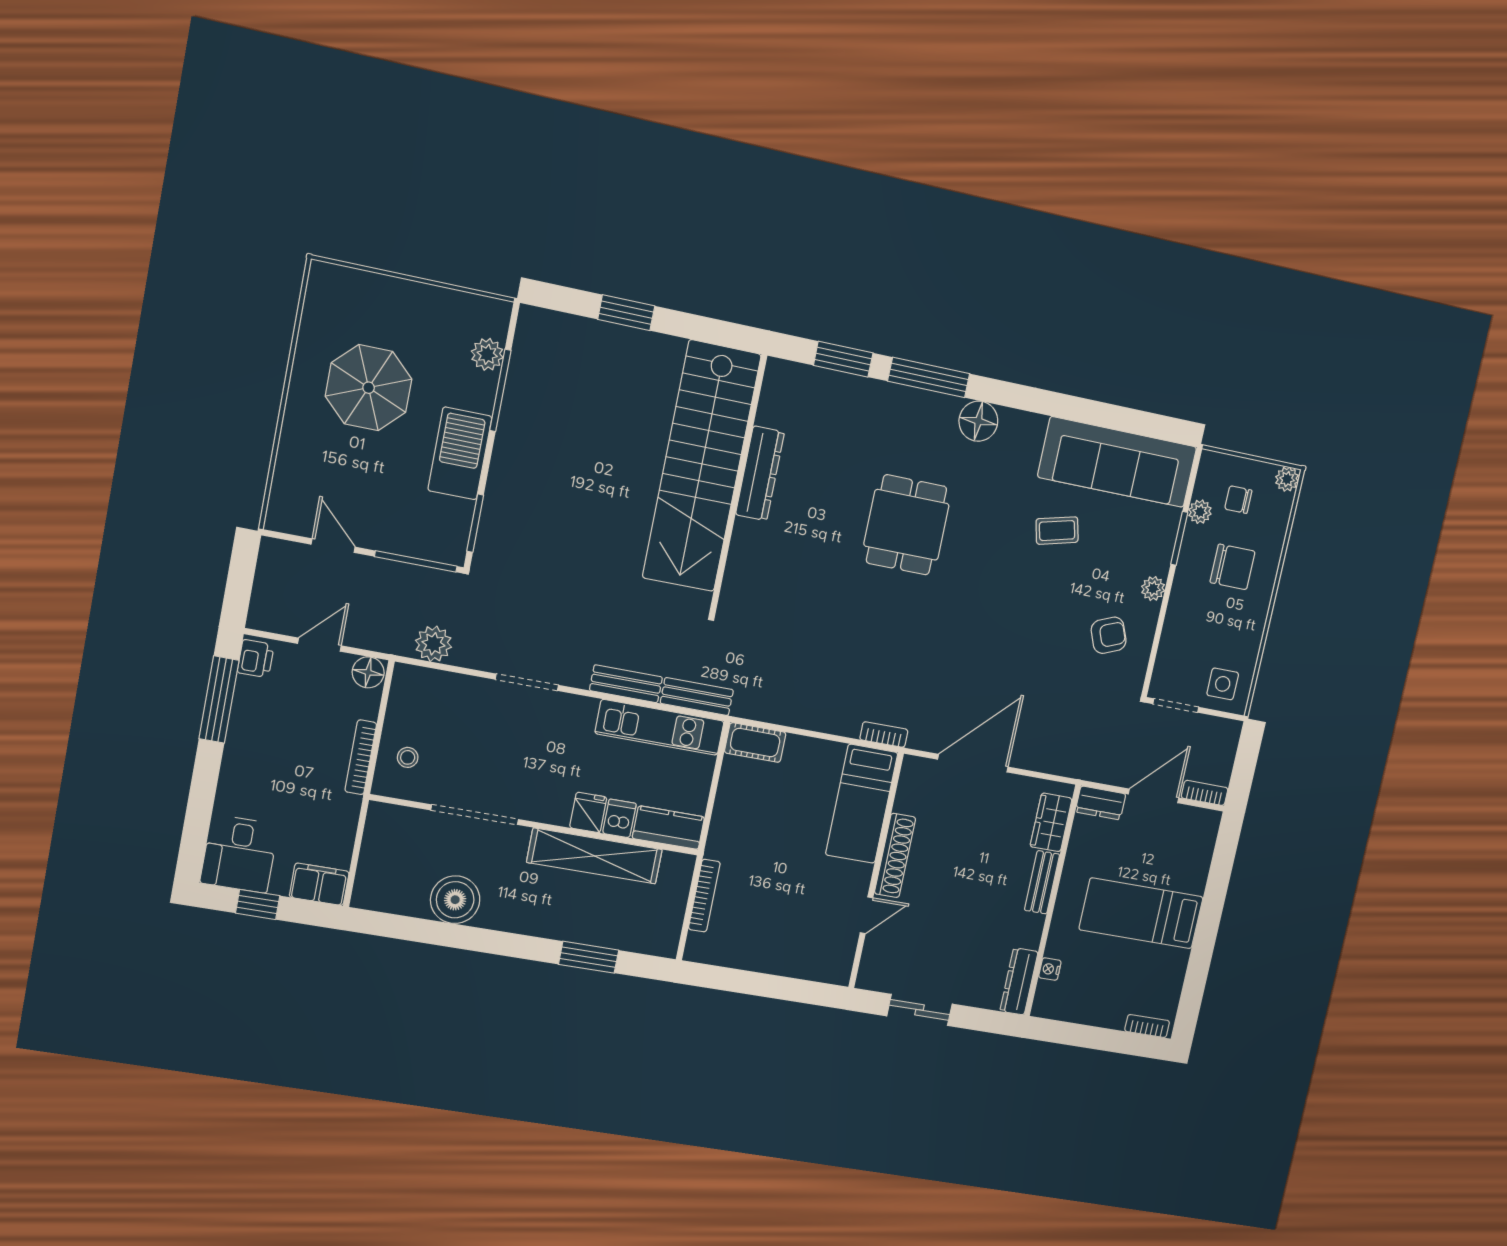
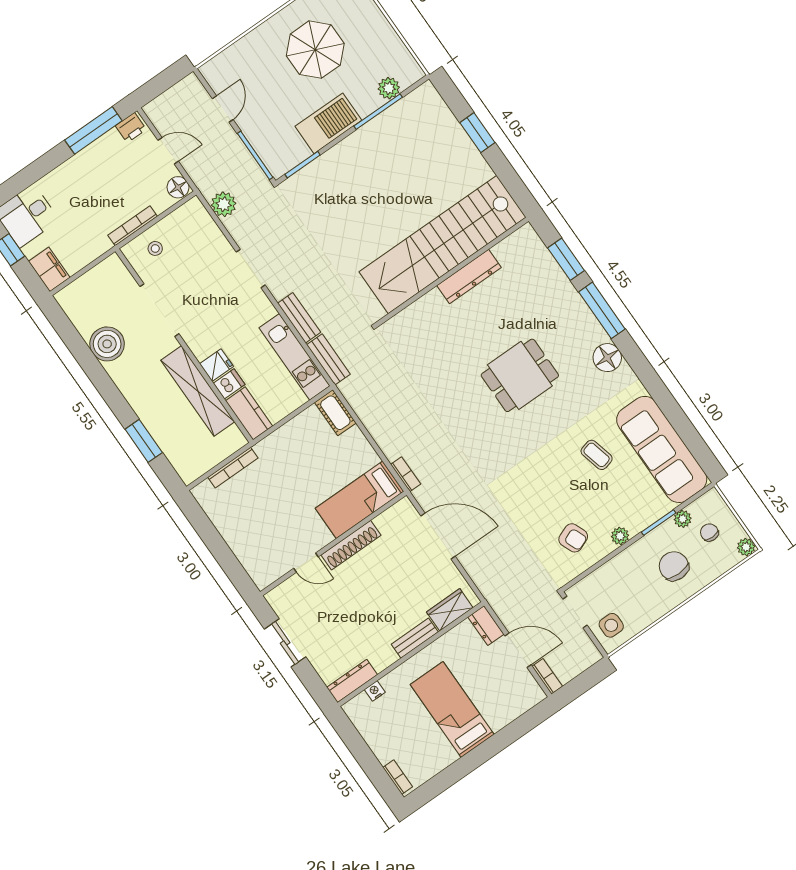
chair: (1233, 567) -> (674, 566), turned 180

